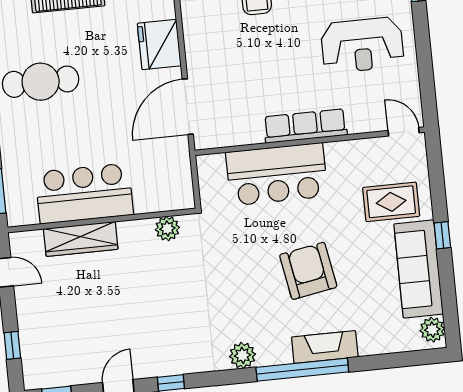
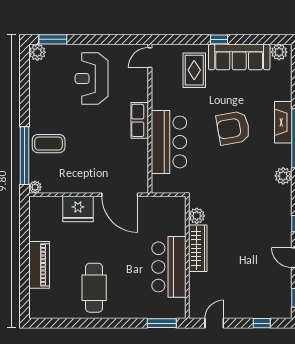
reception desk: (362, 45) -> (92, 79), turned 180
row of seats: (305, 126) -> (140, 120), width x0.68
wardrobe: (81, 239) -> (198, 248), moved

